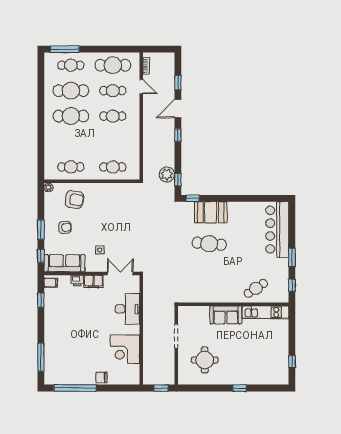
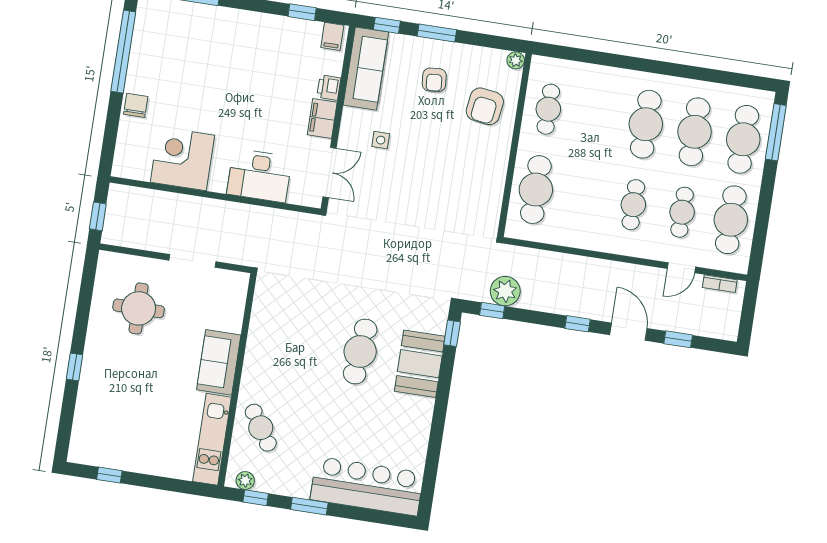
cafe table: (71, 65) -> (743, 139), width x1.37, depth x1.35
cafe table: (113, 167) -> (536, 190), width x1.37, depth x1.35
plant: (284, 292) -> (245, 481), added

